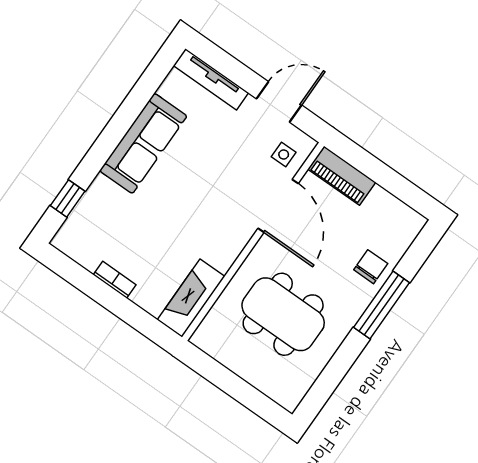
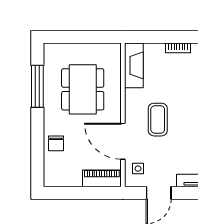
coffee table: (210, 202) -> (158, 120), added
window: (382, 305) -> (37, 86), moved
dining table: (283, 314) -> (83, 89), turned 90

